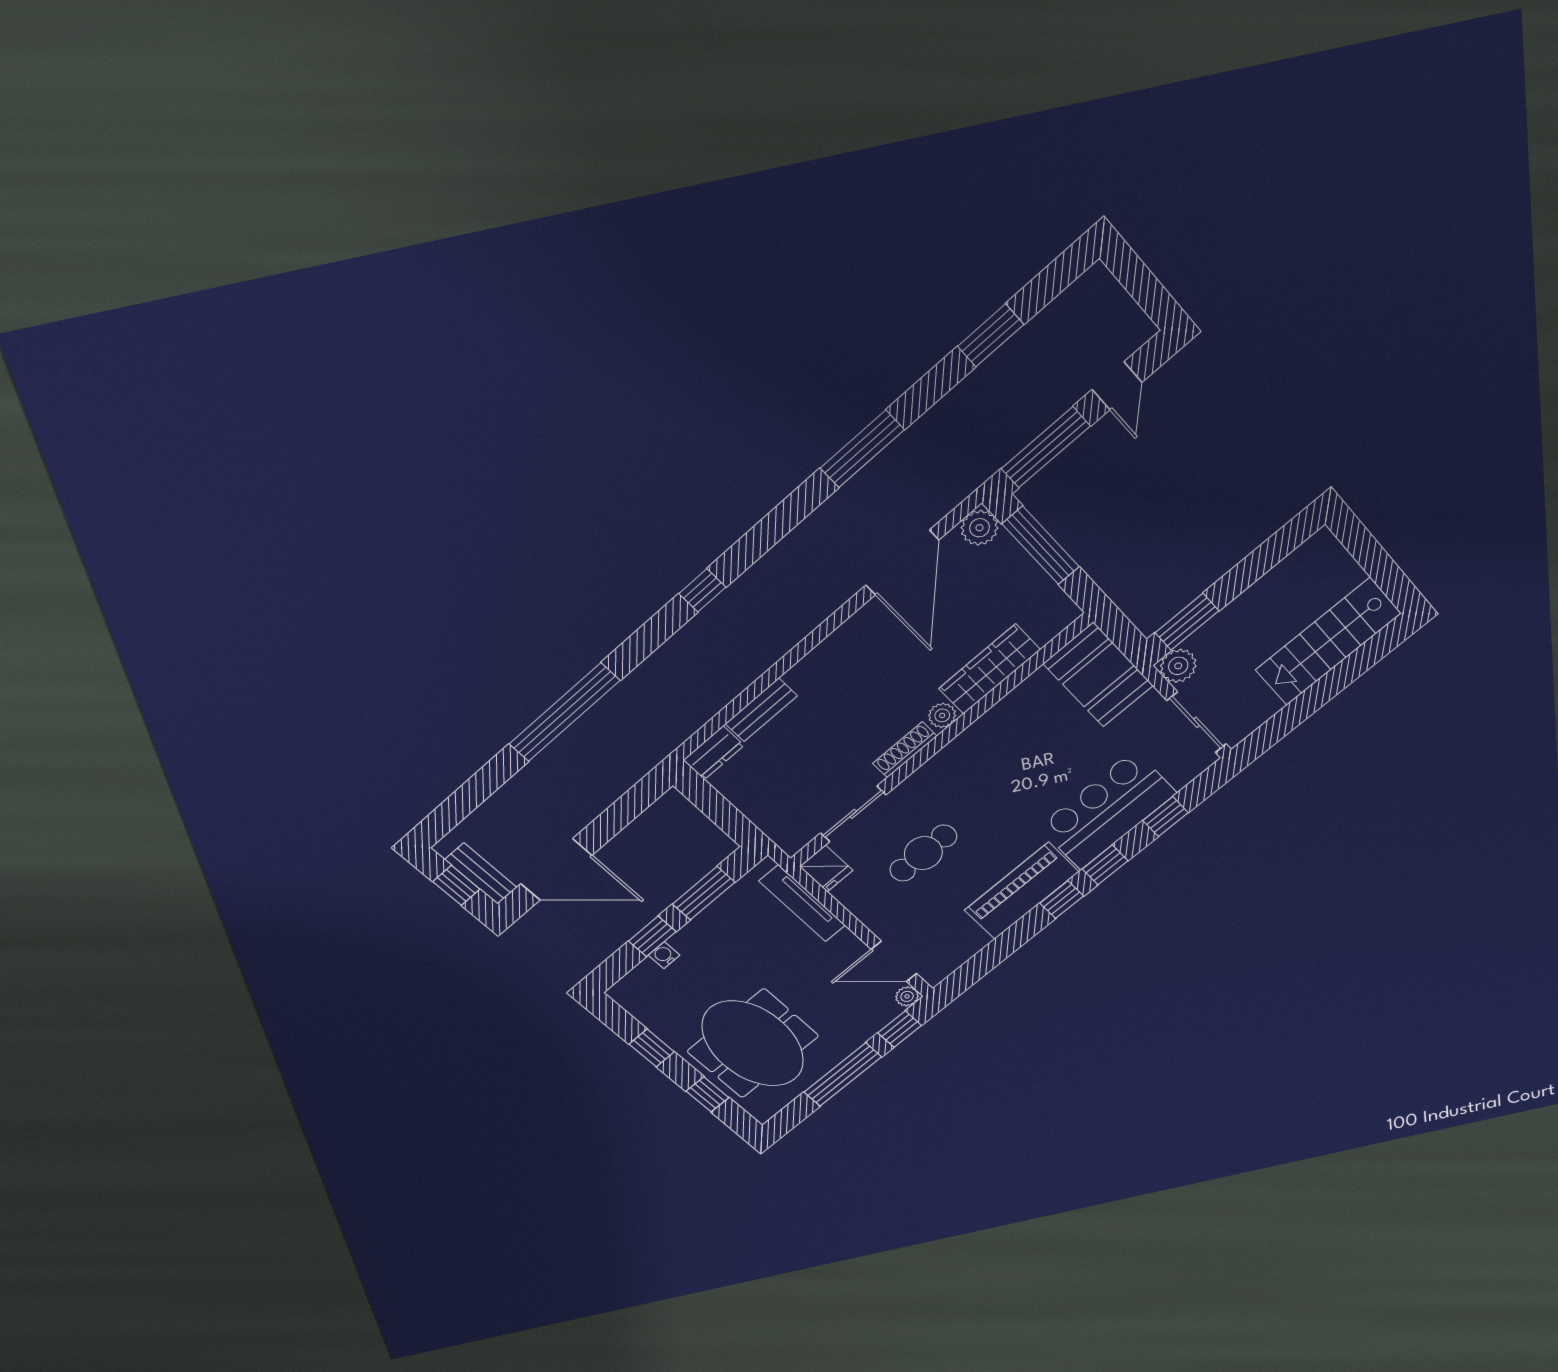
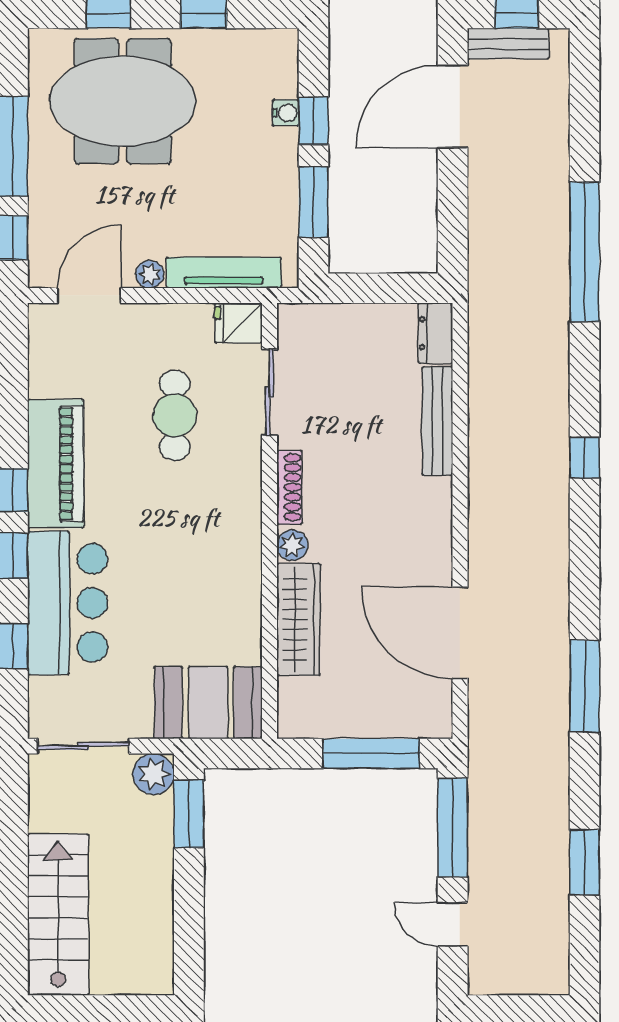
plant: (980, 528) -> (433, 719), removed
bench: (761, 710) -> (437, 421), width x1.36
plant: (907, 996) -> (150, 274), moved

